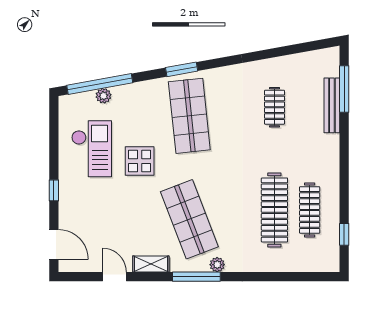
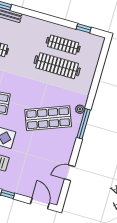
door: (54, 244) -> (40, 203), hinge flipped
shelving: (151, 264) -> (68, 149), removed

